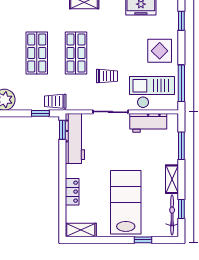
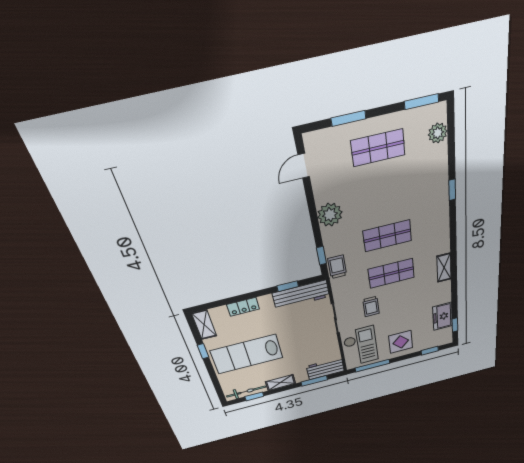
workbench: (148, 123) -> (325, 369), moved, turned 90
window: (62, 130) -> (288, 286), moved
lab bench: (126, 202) -> (247, 354), turned 180
window: (143, 240) -> (203, 351), moved

